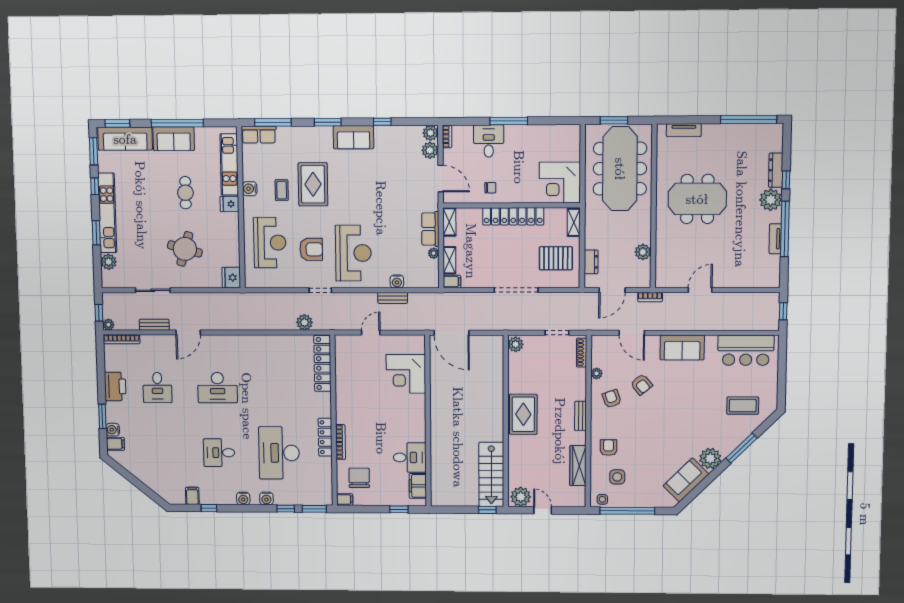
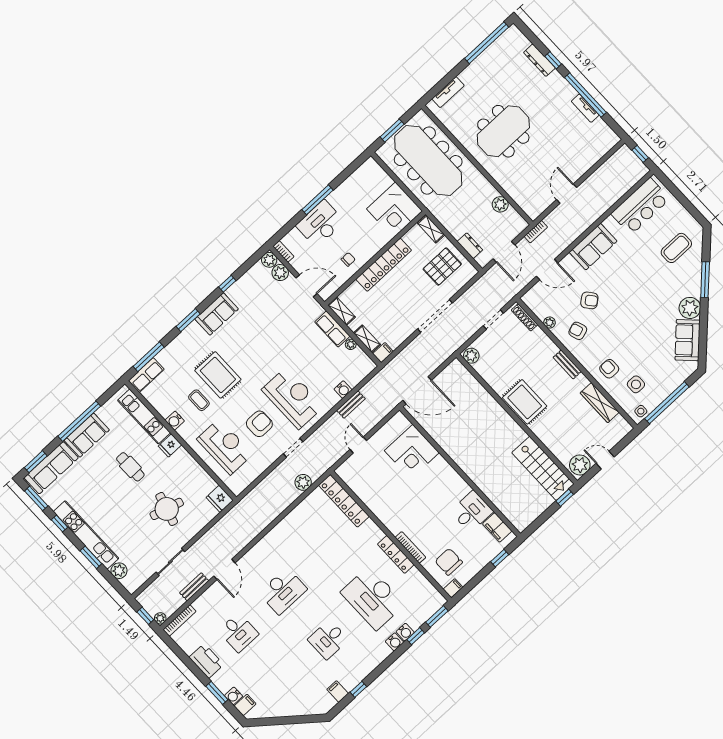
desk: (489, 141) -> (320, 224), width x1.37
plant: (771, 200) -> (556, 84), removed
water cooler: (243, 498) -> (405, 632), moved

